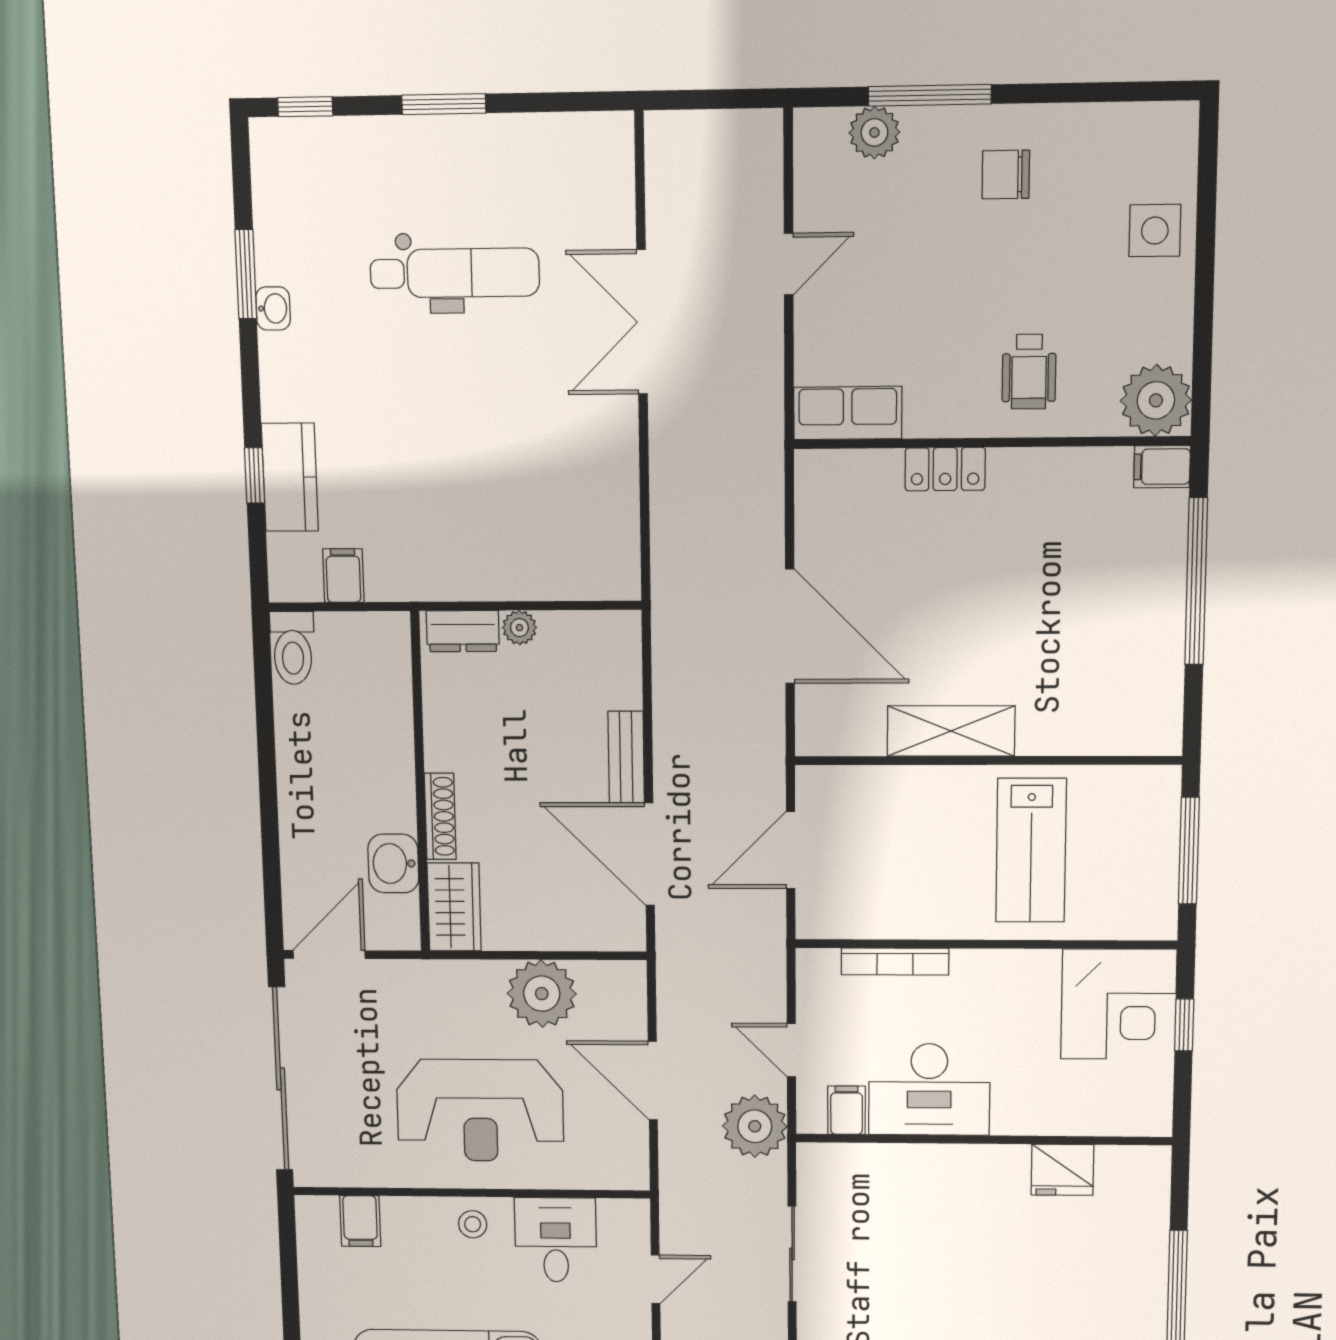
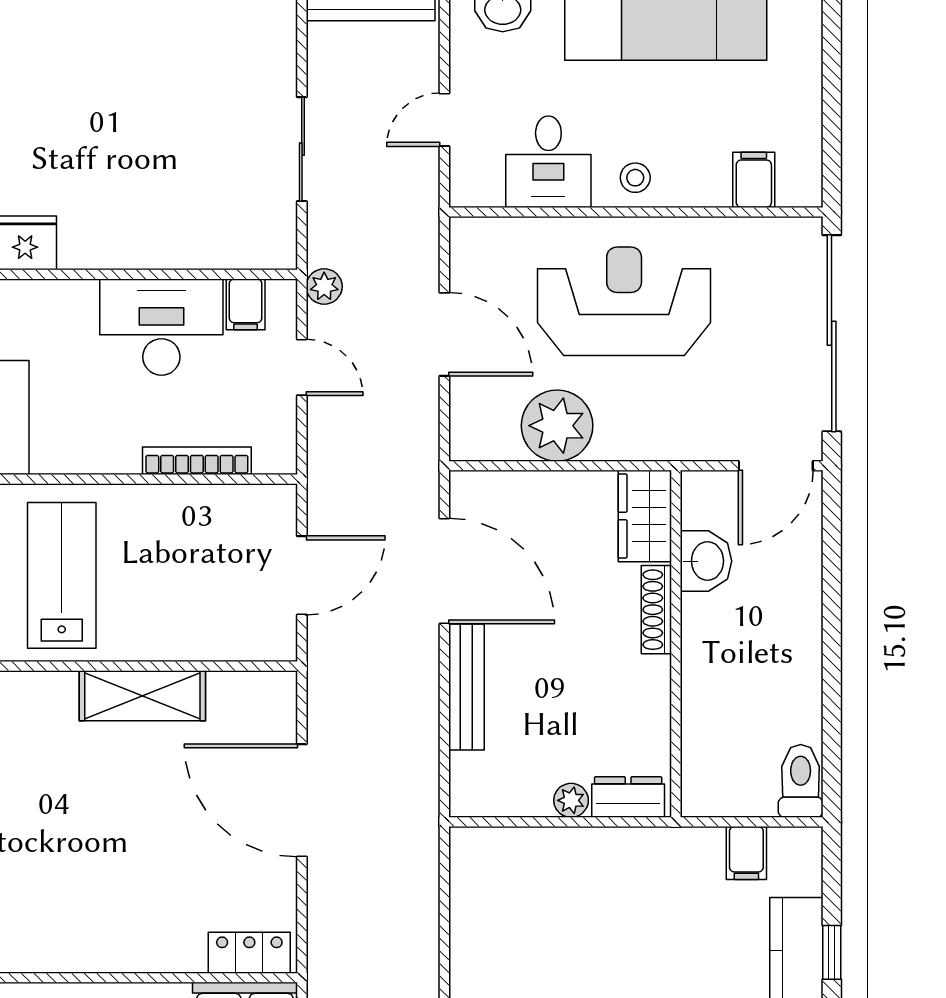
locker: (945, 469) -> (249, 953), moved
bench: (626, 757) -> (466, 687), width x1.36
plant: (755, 1126) -> (324, 286), width x0.53, depth x0.53

